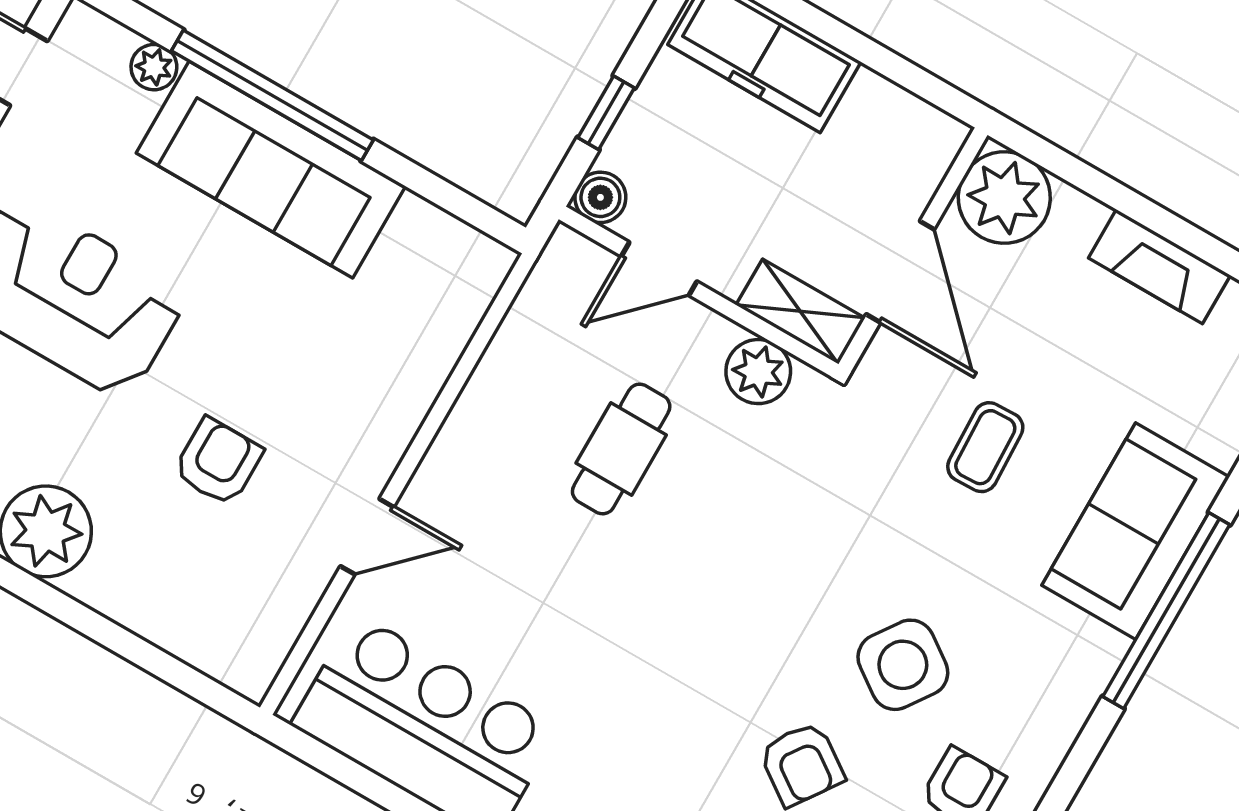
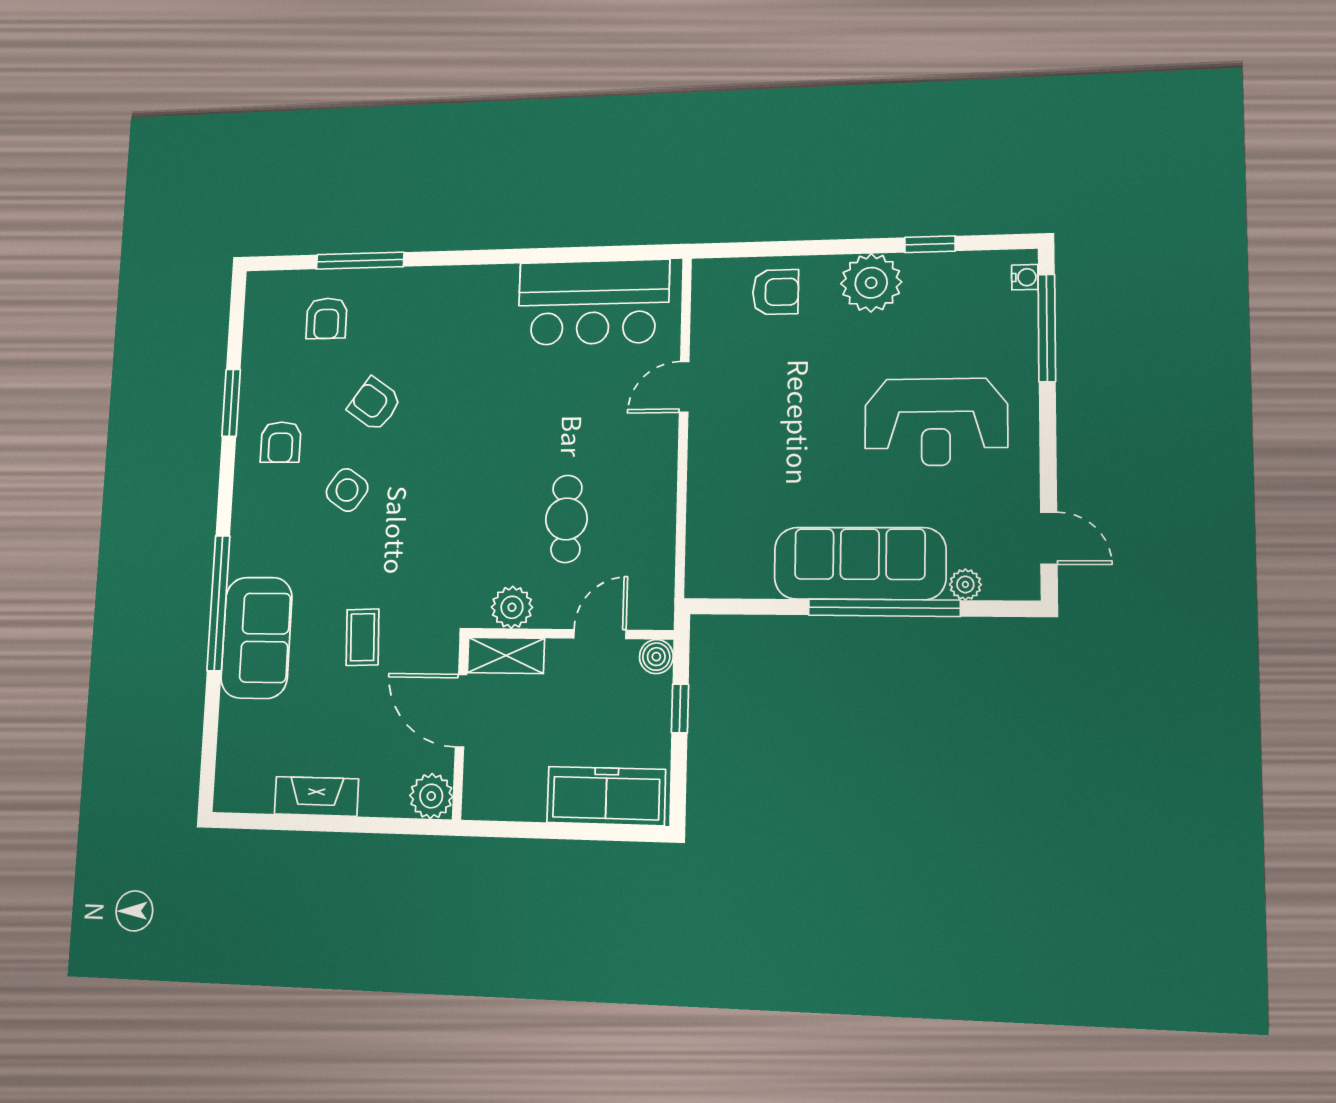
plant: (1004, 198) -> (431, 796), width x0.73, depth x0.73
armchair: (218, 462) -> (775, 292), moved, turned -90
side table: (903, 665) -> (347, 490), width x0.73, depth x0.73

